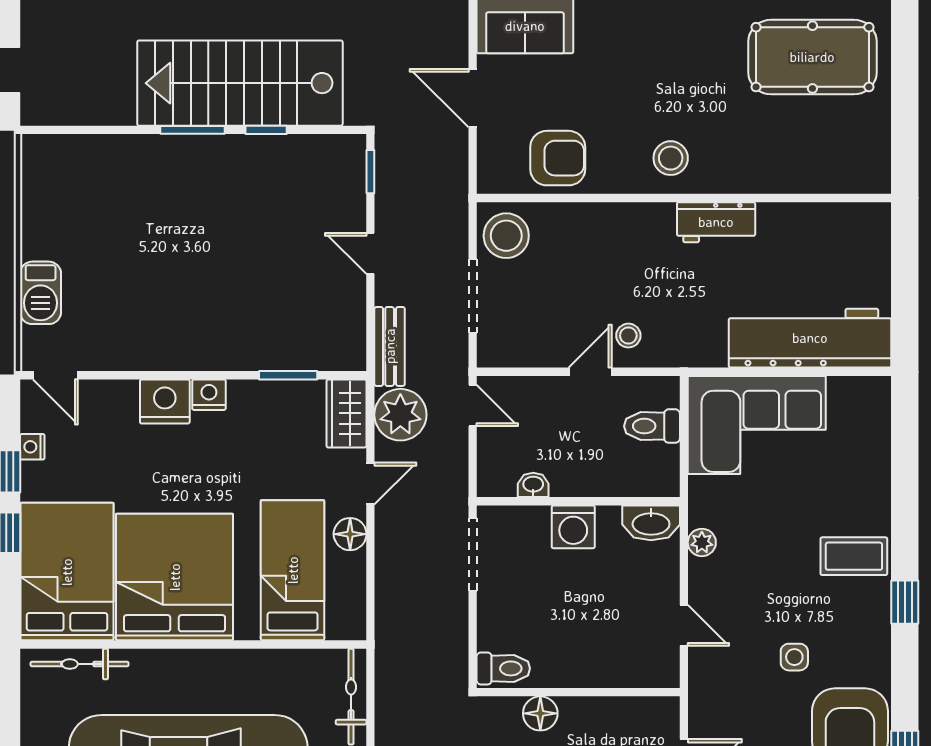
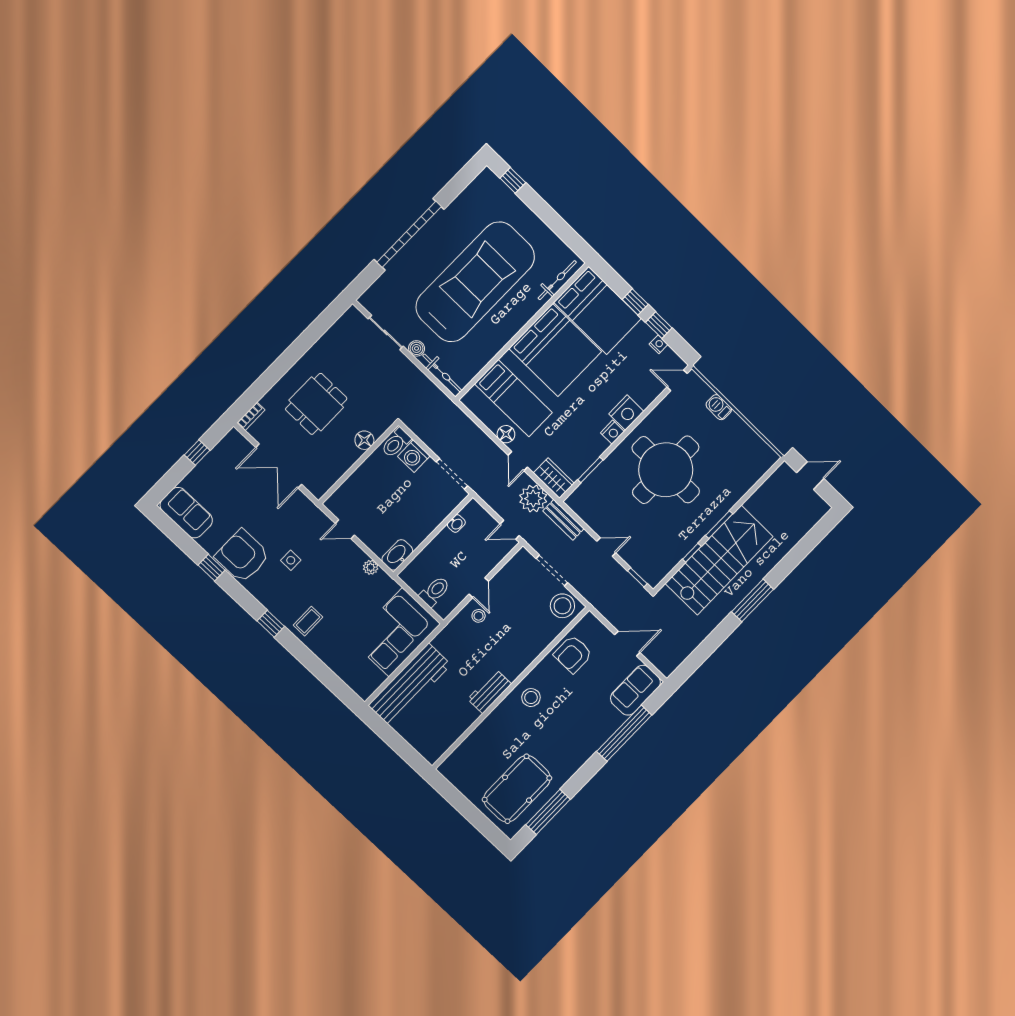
round table: (189, 274) -> (666, 470), added
barbecue: (41, 293) -> (719, 407), width x0.73, depth x0.79
washing machine: (573, 527) -> (414, 456), moved, turned -90
coffee table: (854, 556) -> (308, 621), width x0.73, depth x0.77

